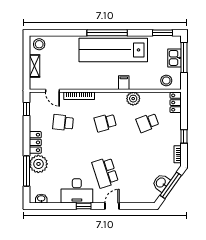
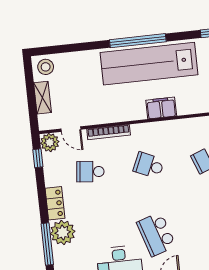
filing cabinet: (124, 83) -> (161, 108), width x2.00
plant: (133, 99) -> (50, 142), moved
school desk: (105, 123) -> (149, 165), turned 39

